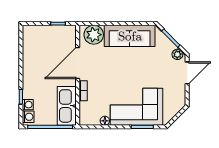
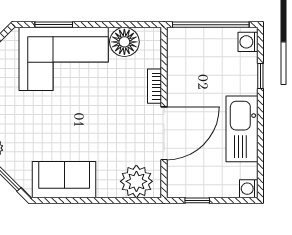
sofa: (130, 36) -> (64, 180), width x0.73
washing machine: (28, 105) -> (249, 189), moved
kitchen sink: (67, 106) -> (242, 129), moved, turned 180
floor lamp: (105, 121) -> (124, 42), width x1.89, depth x1.89

